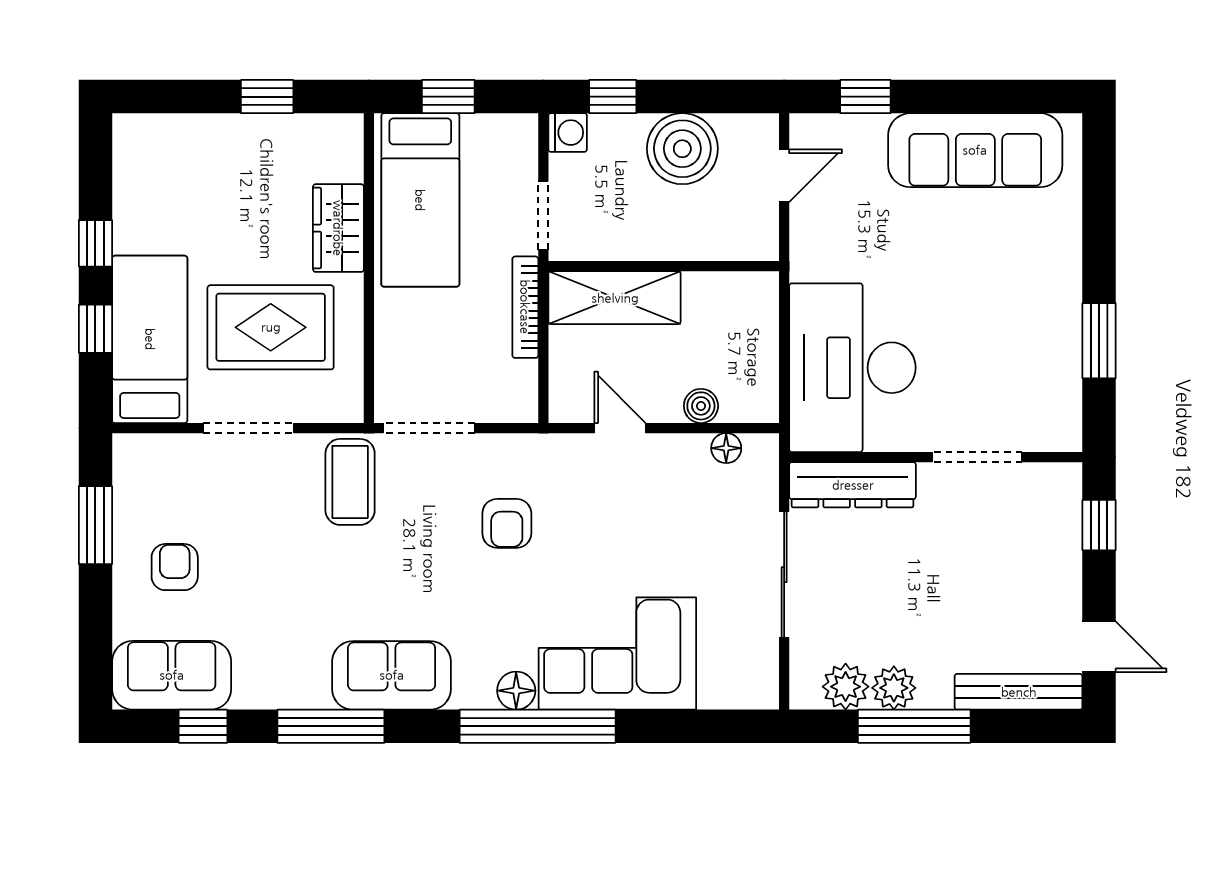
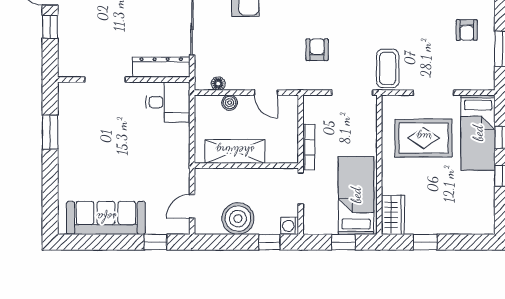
wardrobe: (338, 228) -> (393, 215), moved
shelving: (615, 298) -> (235, 151), moved
desk: (852, 368) -> (168, 102), width x0.53, depth x0.77
window: (1099, 525) -> (50, 27), moved

